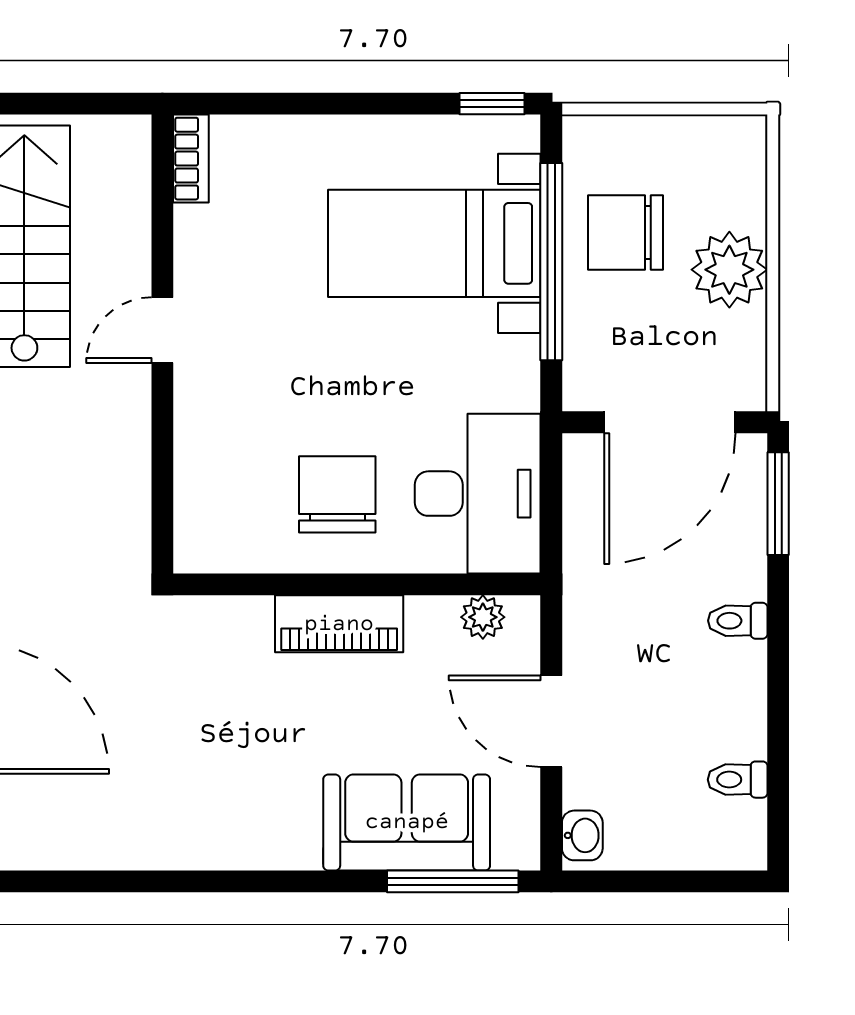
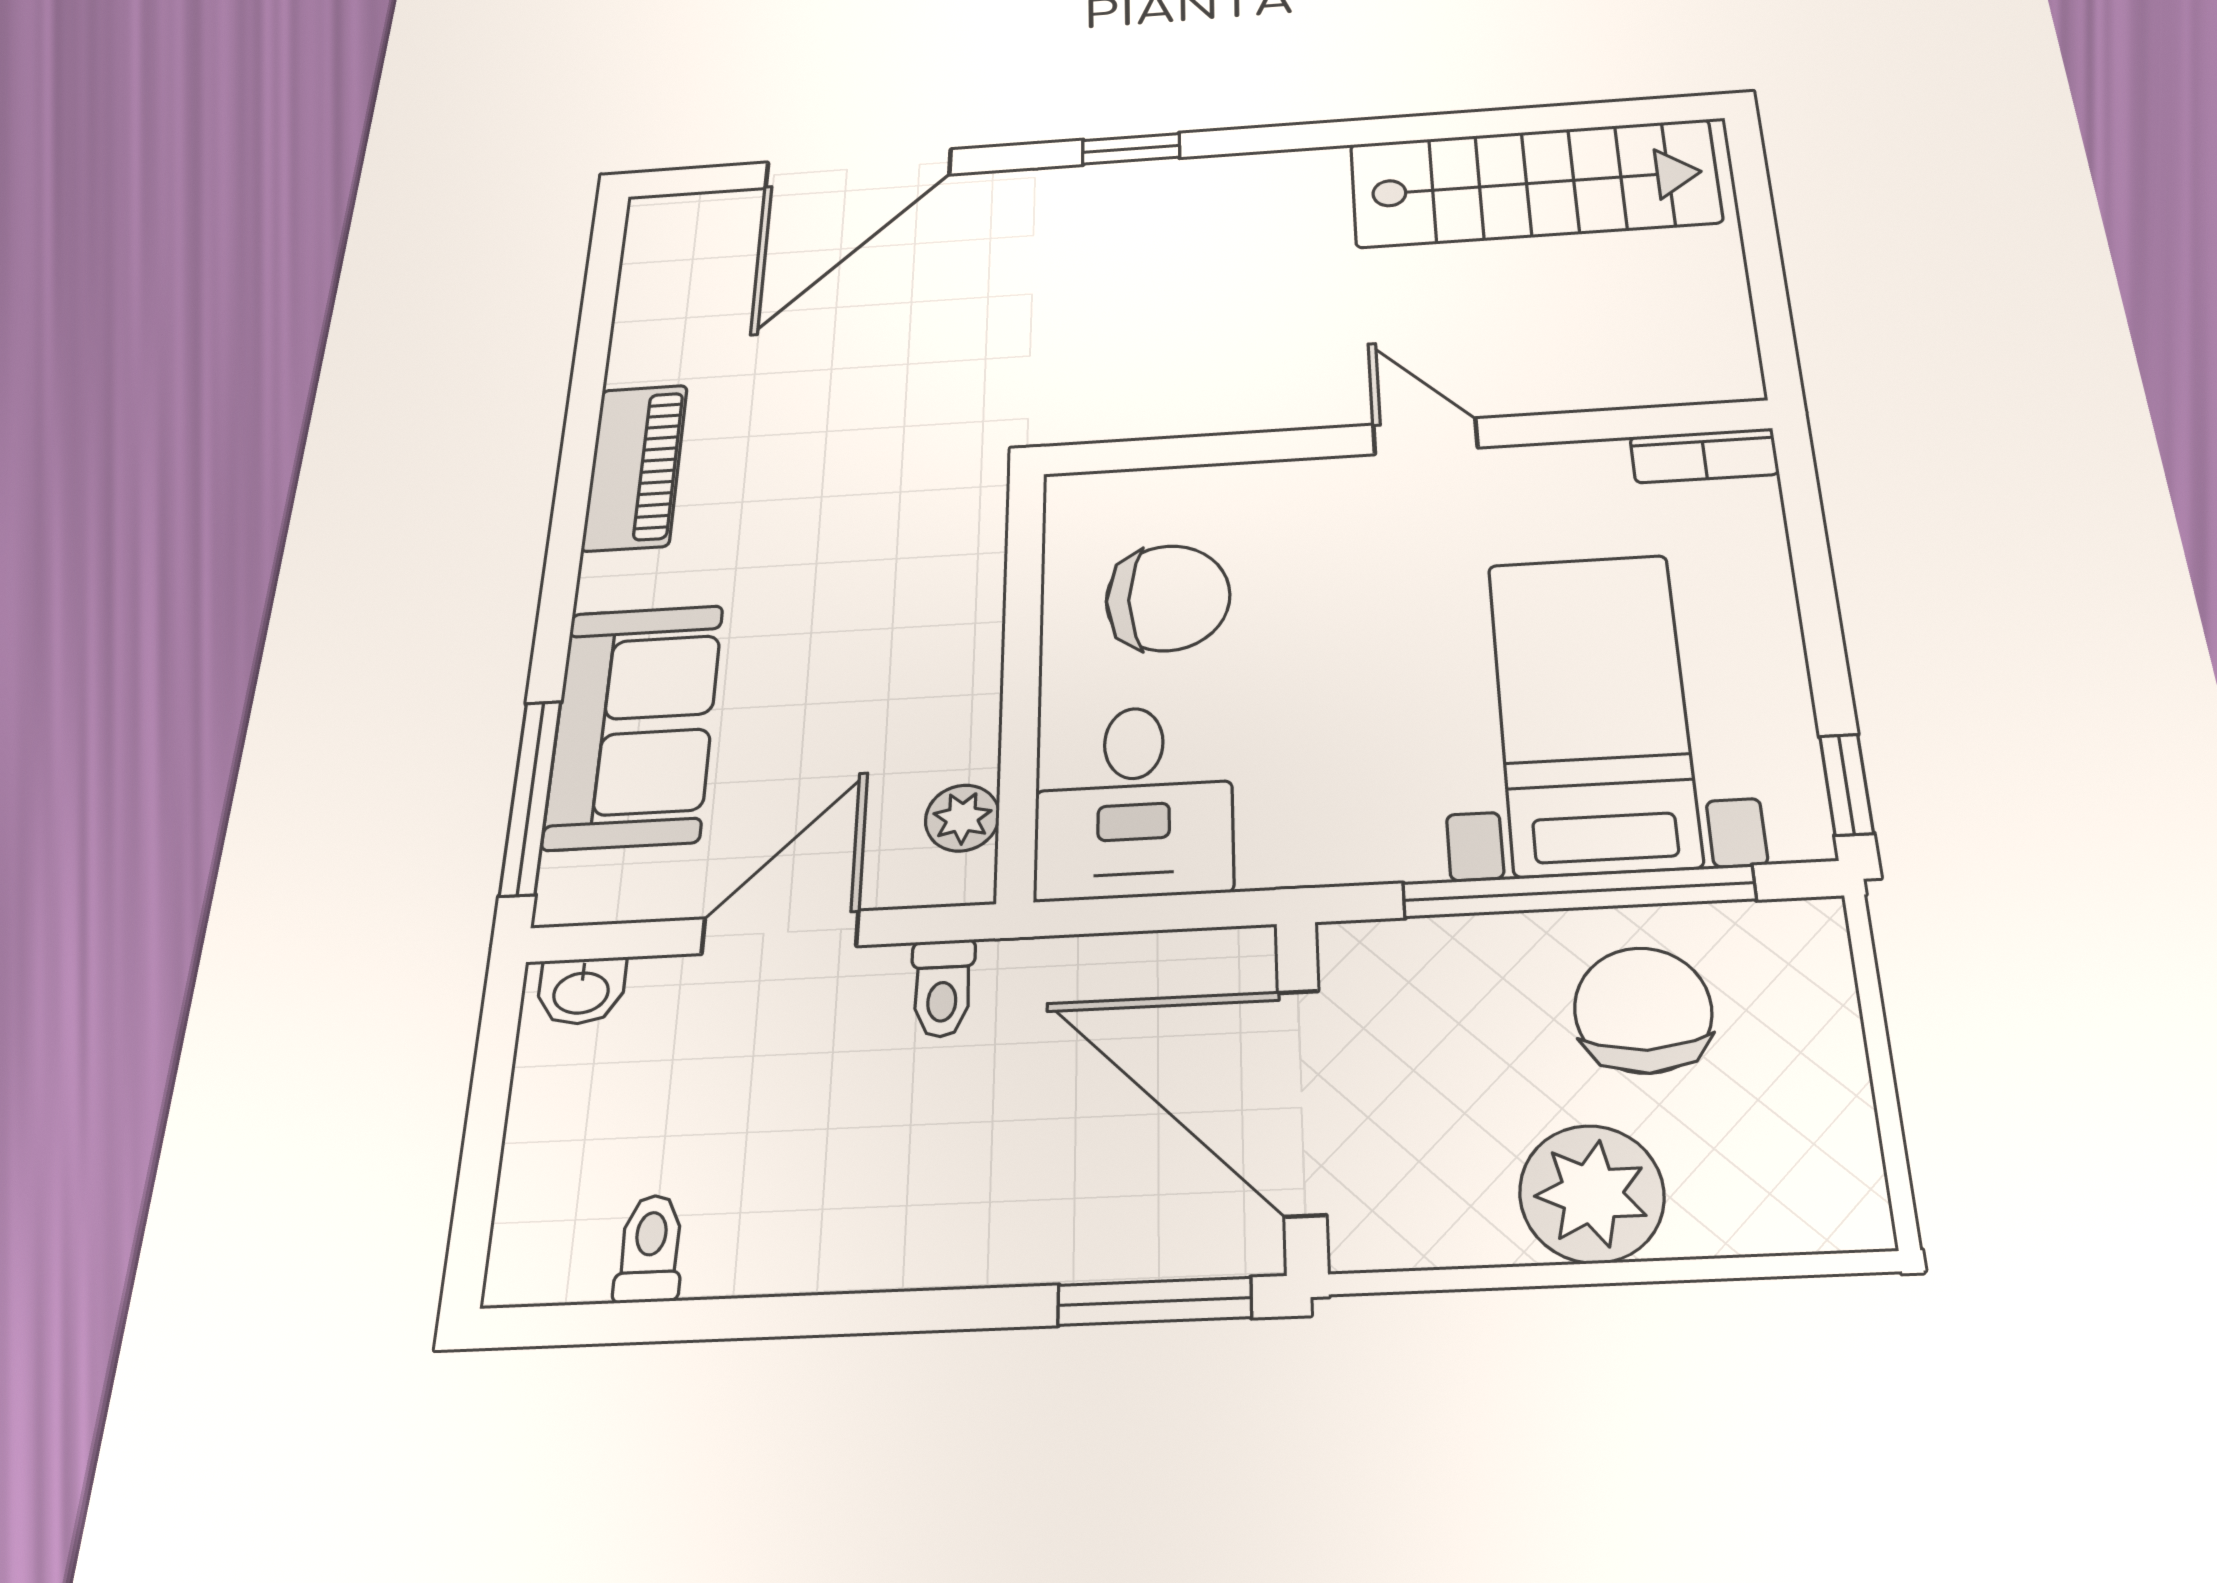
bookcase: (191, 159) -> (1704, 456), moved
door: (162, 330) -> (1425, 436), moved
wall: (162, 344) -> (1403, 438), moved
desk: (478, 494) -> (1134, 801), width x0.73
toilet: (738, 621) -> (942, 988), moved, turned 180
piano: (339, 624) -> (635, 467), moved, turned 180

